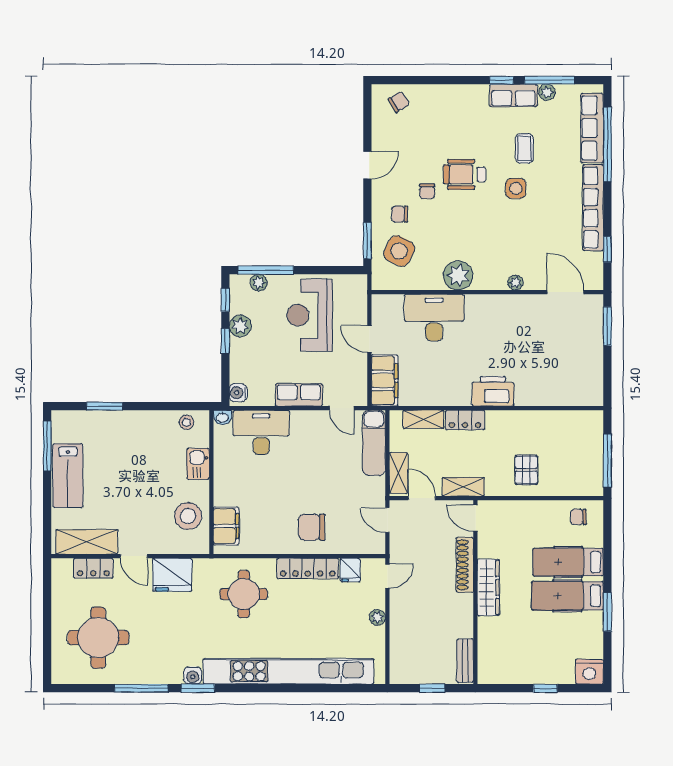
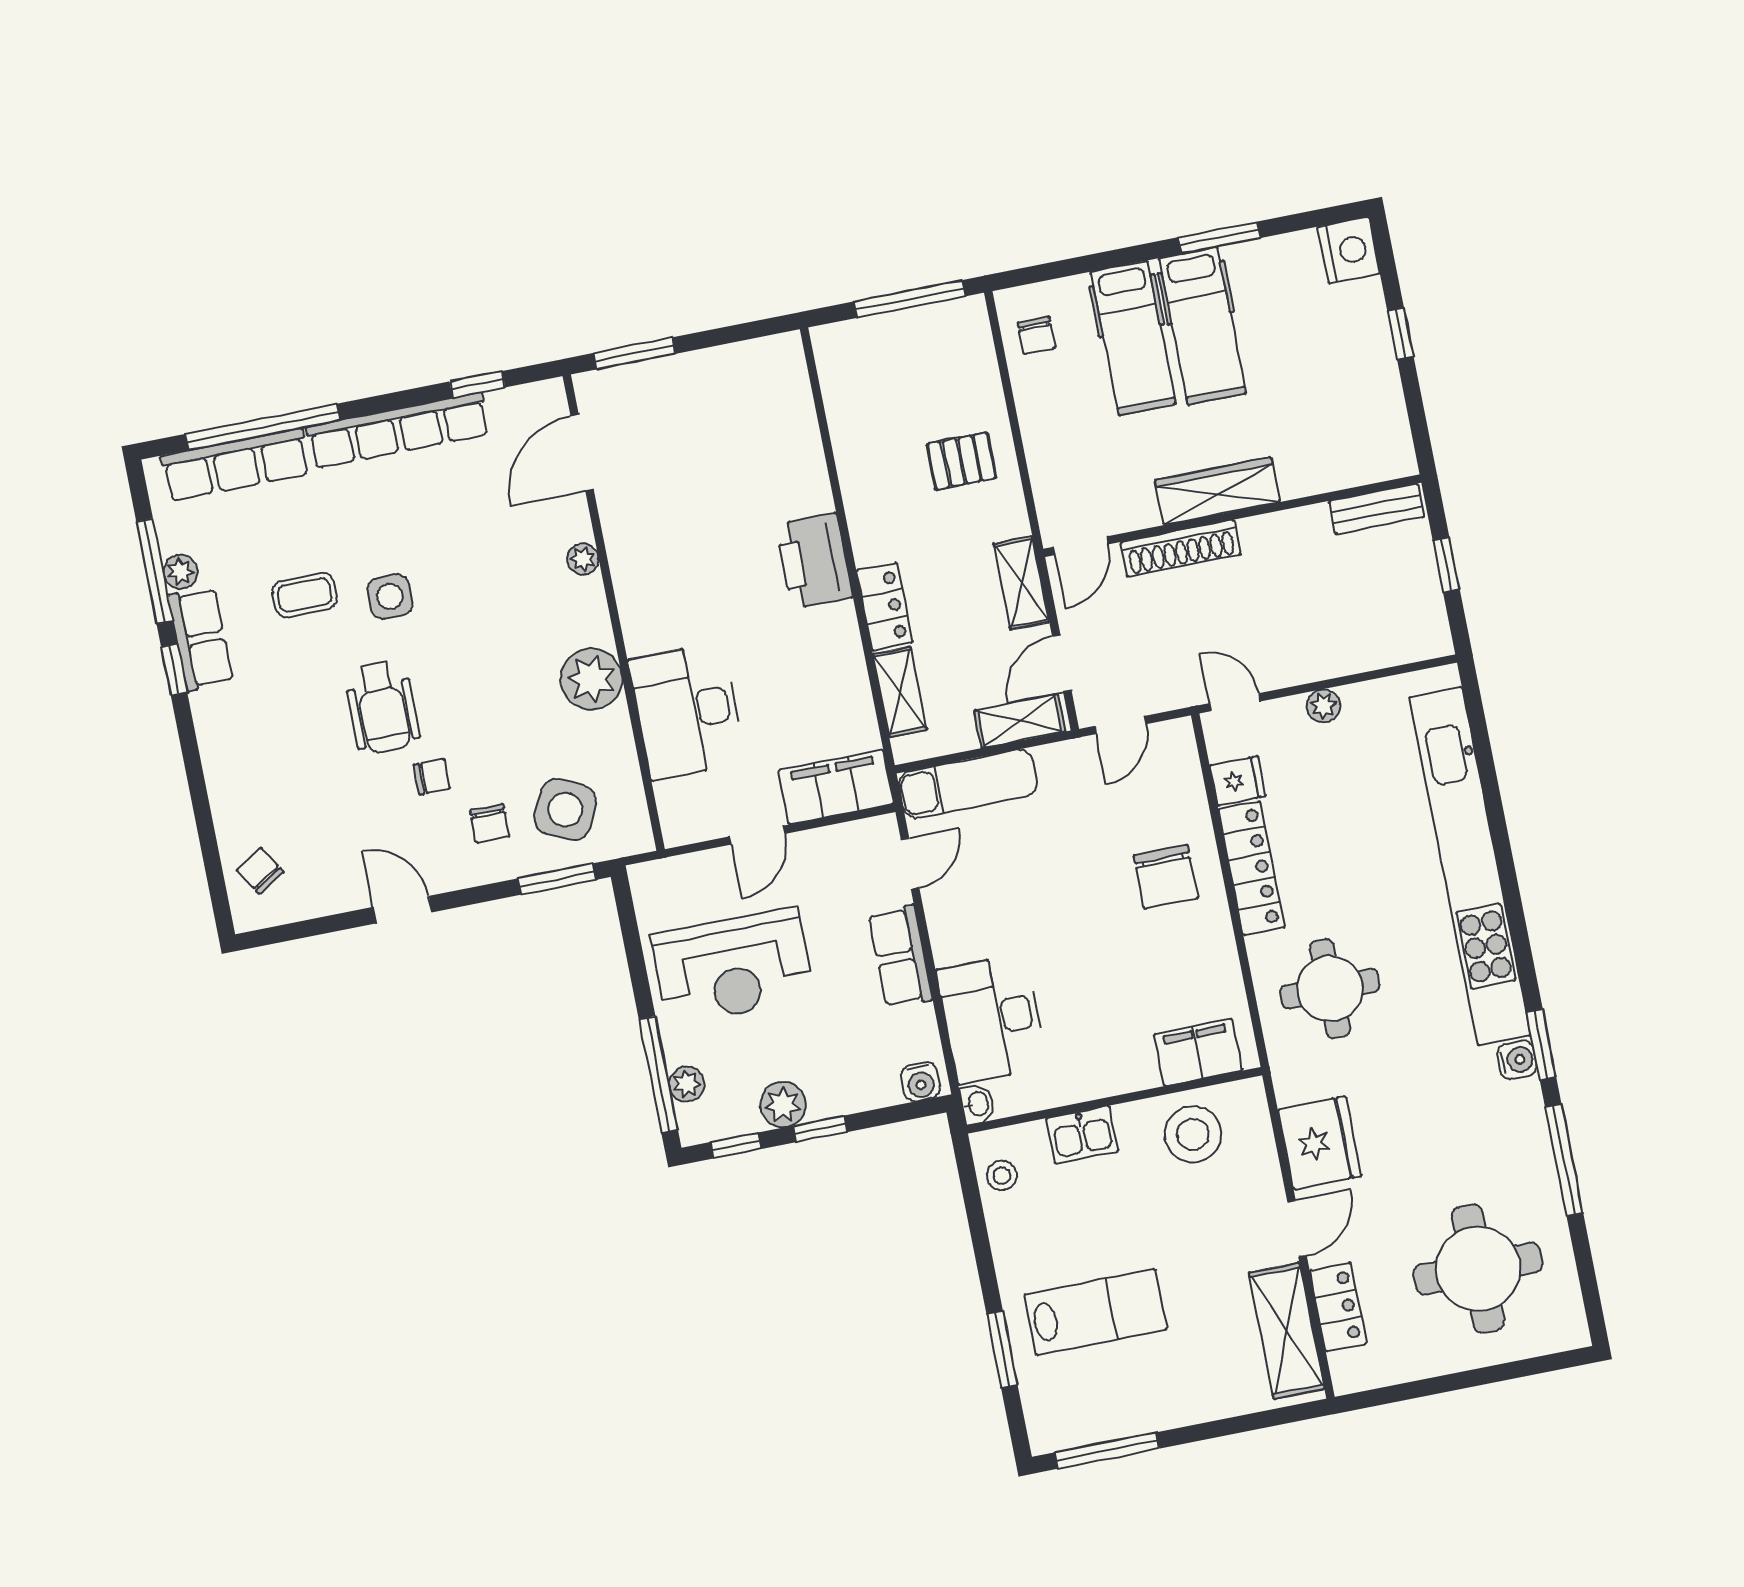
lab bench: (68, 476) -> (1095, 1312), moved

